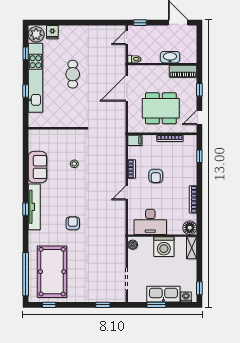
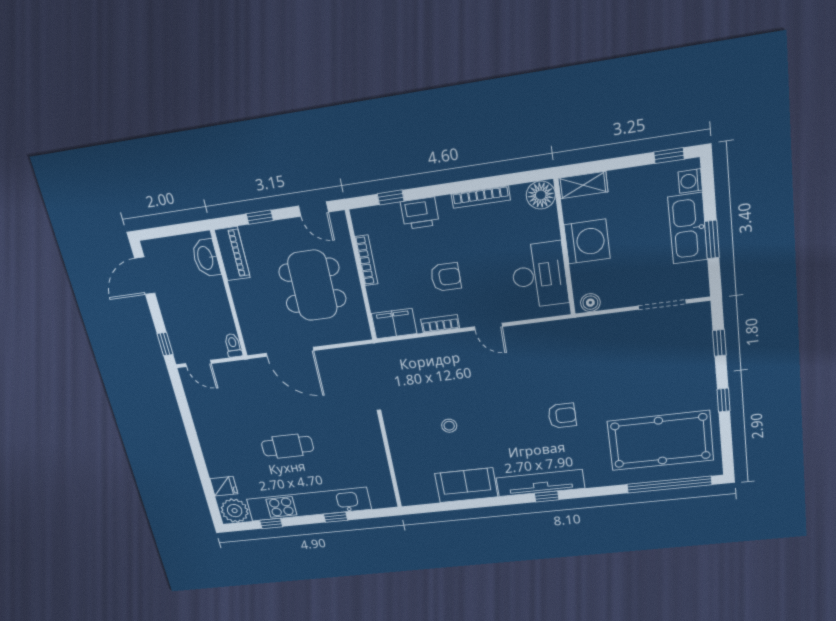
washbasin: (170, 57) -> (206, 258), moved
filing cabinet: (135, 140) -> (394, 324), width x2.00
printer: (190, 169) -> (420, 213), added
armchair: (73, 223) -> (562, 416), turned 180
window: (49, 305) -> (723, 400), moved

